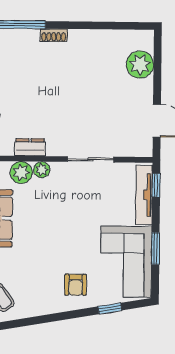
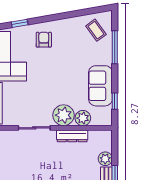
dresser: (30, 147) -> (72, 136), width x1.44
plant: (42, 170) -> (64, 115), width x1.88, depth x1.88

